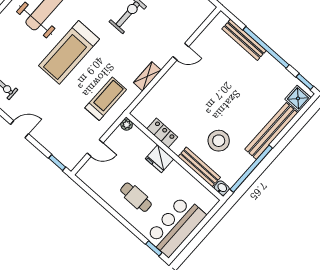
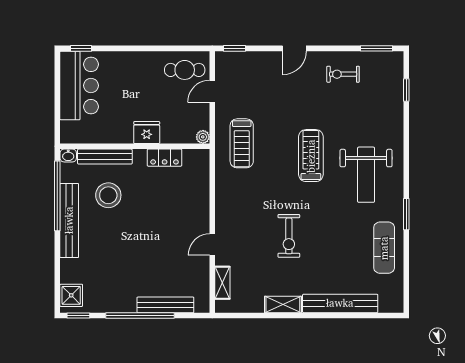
treadmill: (69, 52) -> (311, 156), width x0.73, depth x0.73
shelving: (147, 76) -> (222, 283), moved
bench: (271, 131) -> (69, 220), moved
cafe table: (136, 197) -> (185, 70), moved

